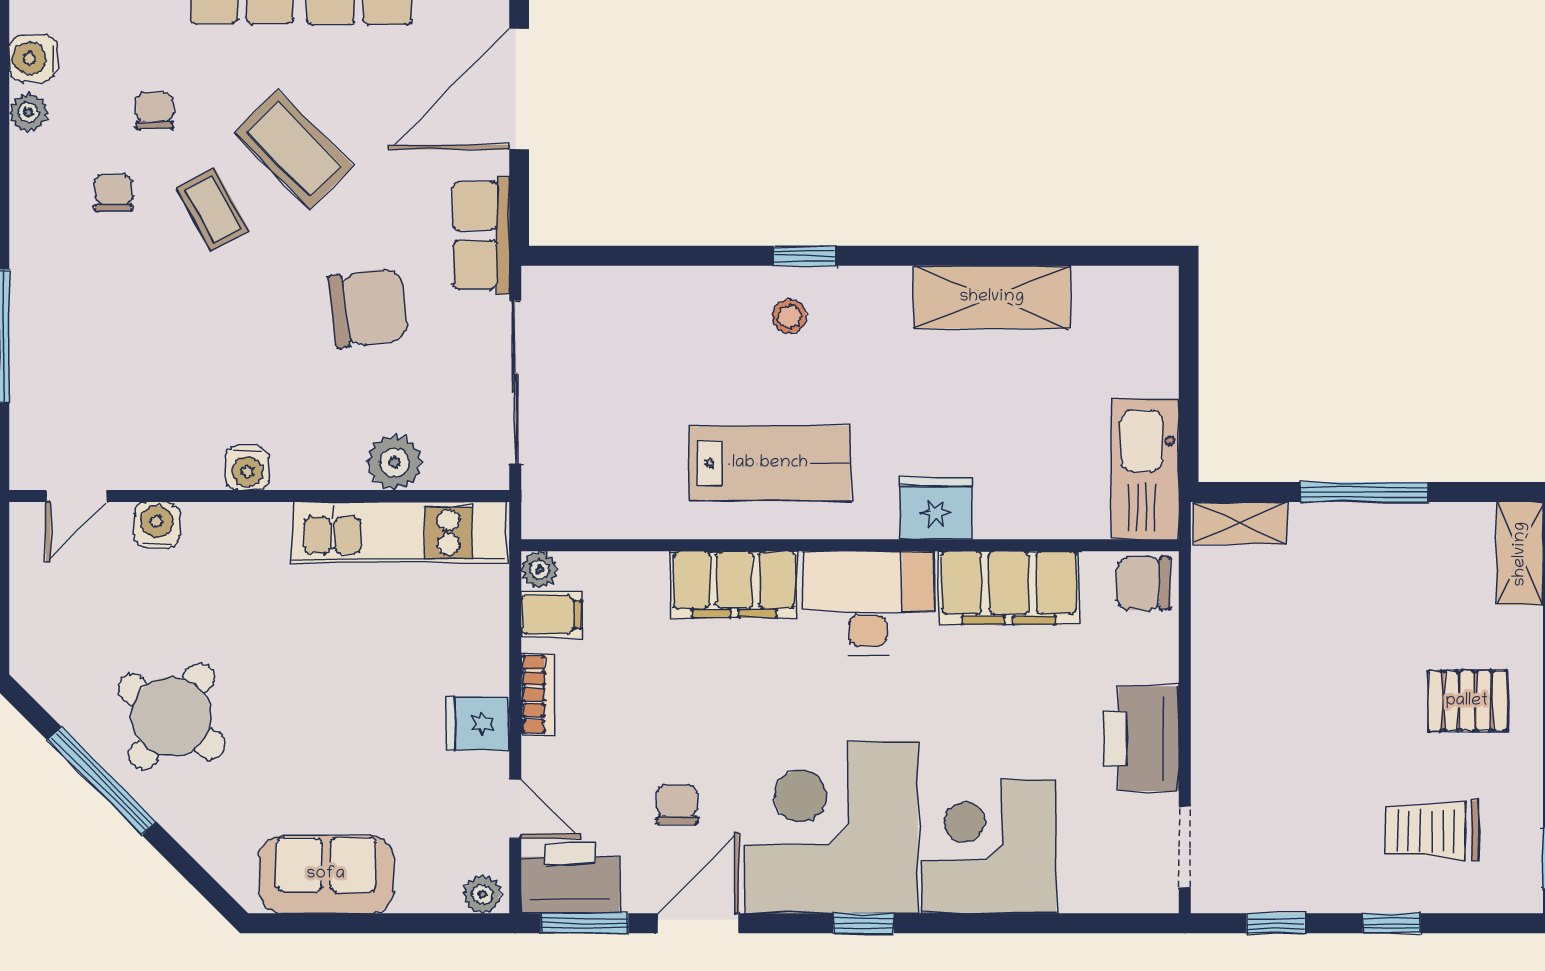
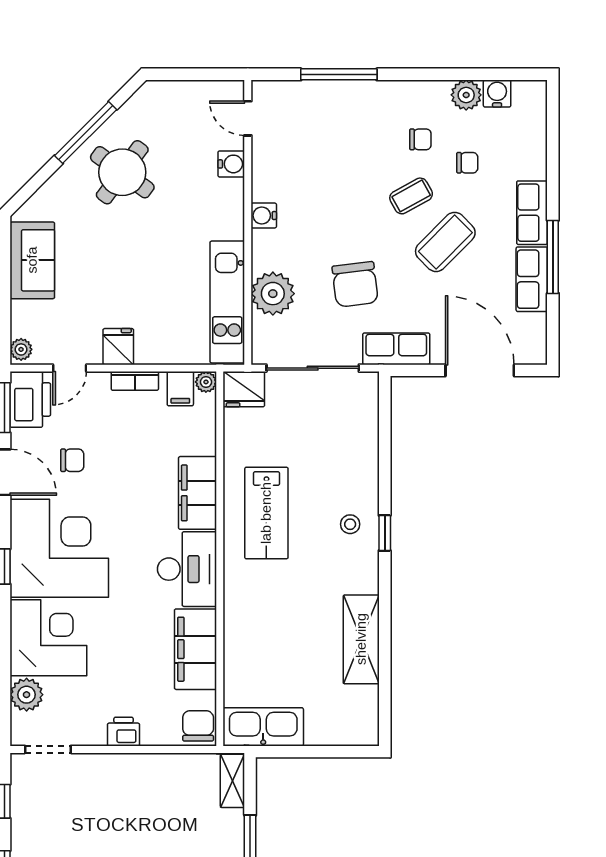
plant: (28, 113) -> (466, 95), width x1.38, depth x1.38
plant: (395, 462) -> (273, 294), width x1.36, depth x1.36
fridge: (936, 508) -> (244, 389), moved, turned 90
printer: (1141, 739) -> (124, 732), width x0.53, depth x0.68
plant: (1089, 885) -> (27, 695), added

